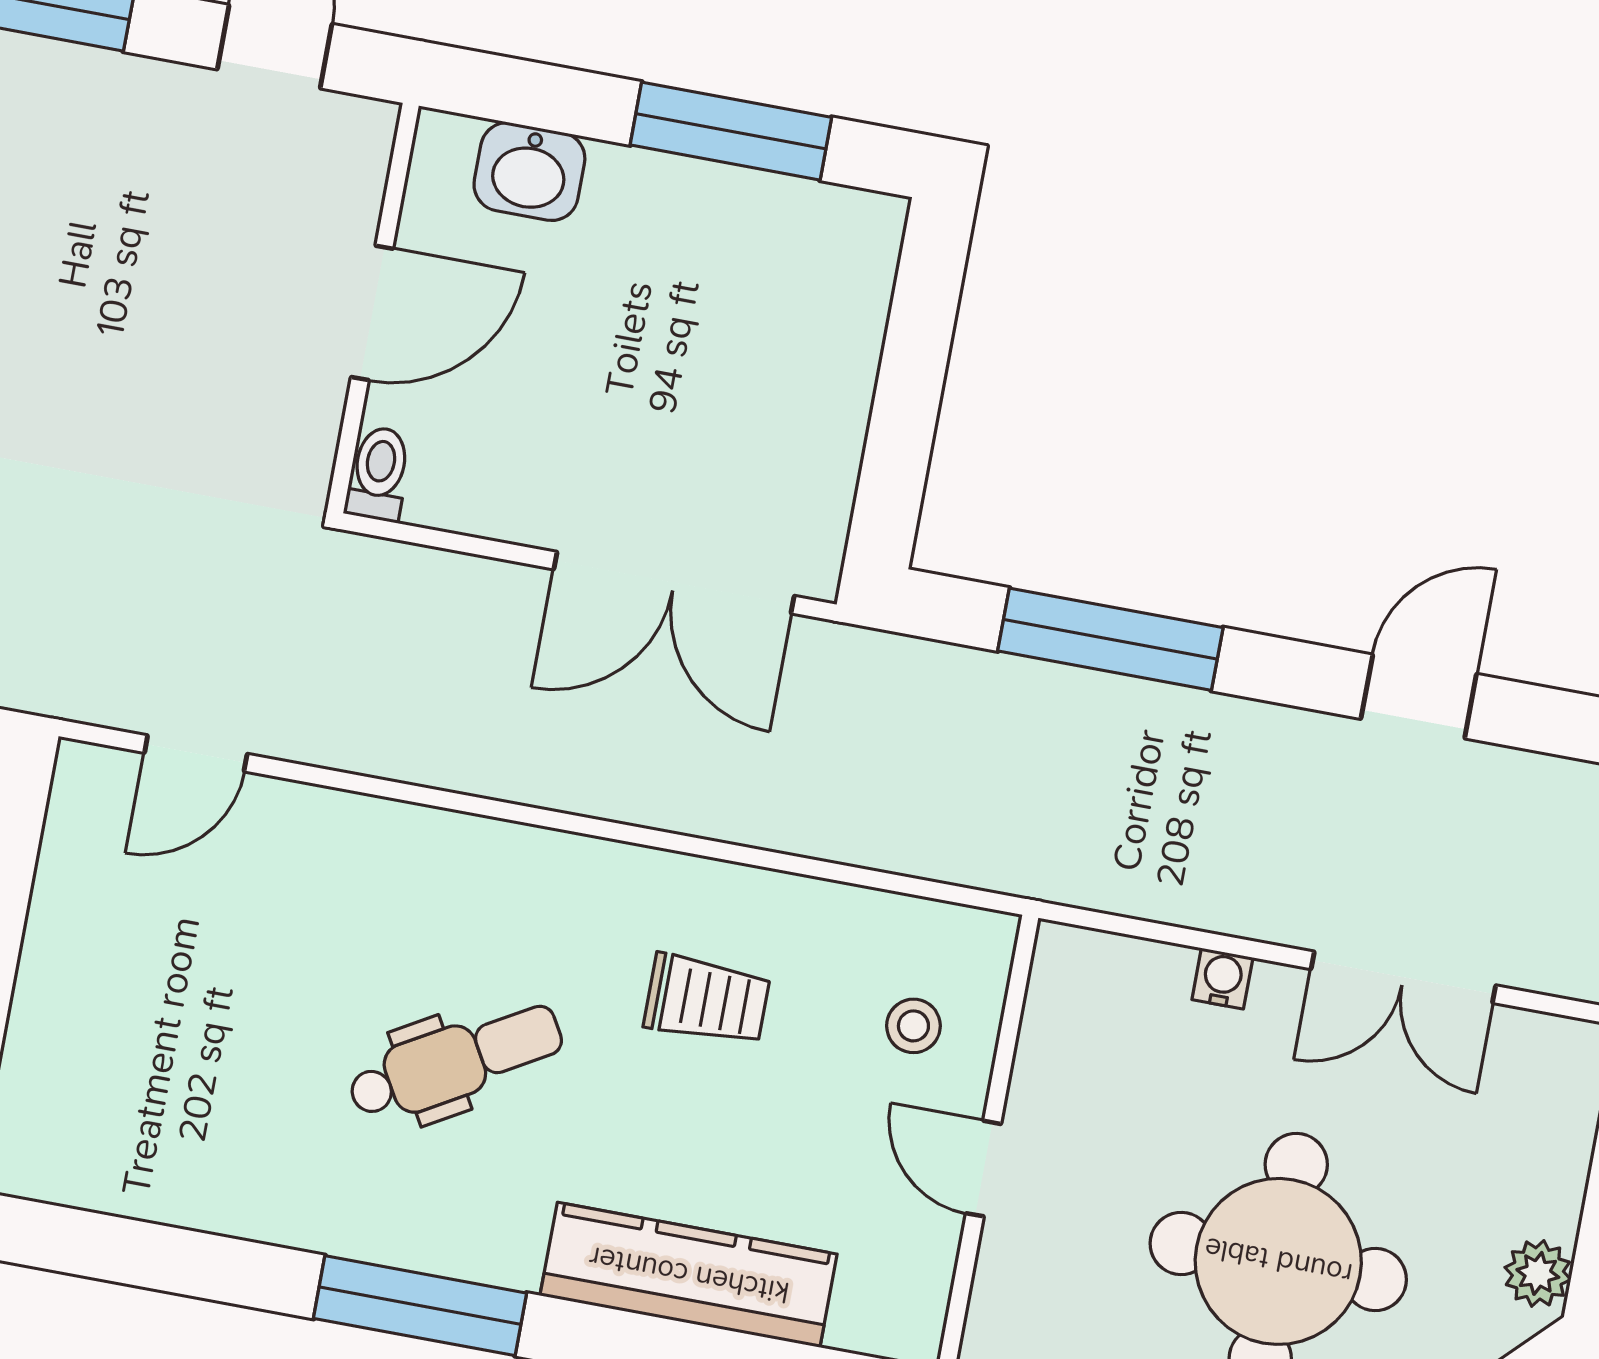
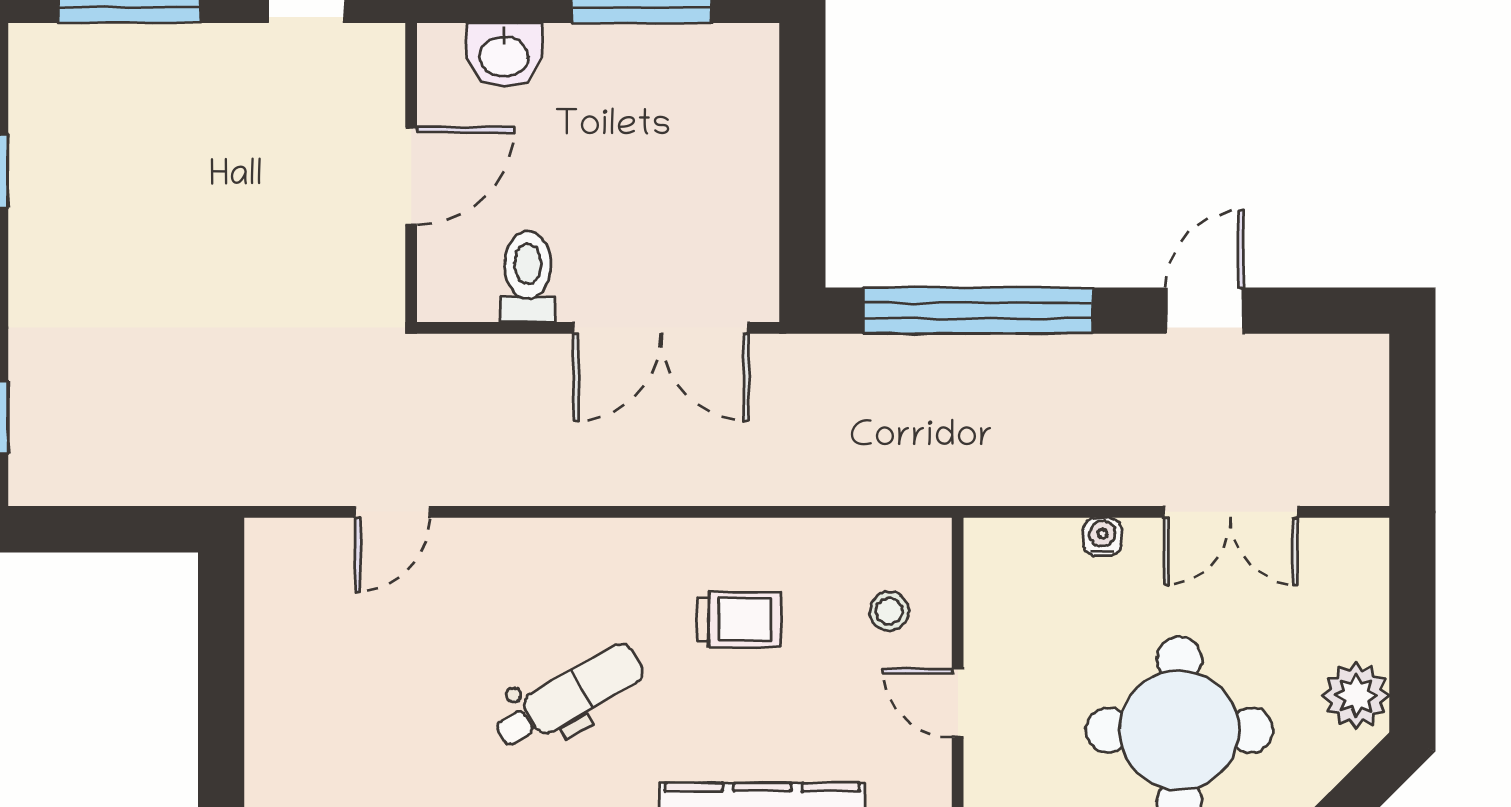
toilet: (379, 474) -> (528, 277), moved, width x1.37, depth x1.39
window: (1110, 639) -> (978, 311), width x1.46
door: (196, 753) -> (392, 512), moved
plant: (1538, 1273) -> (1356, 695), width x1.38, depth x1.38

